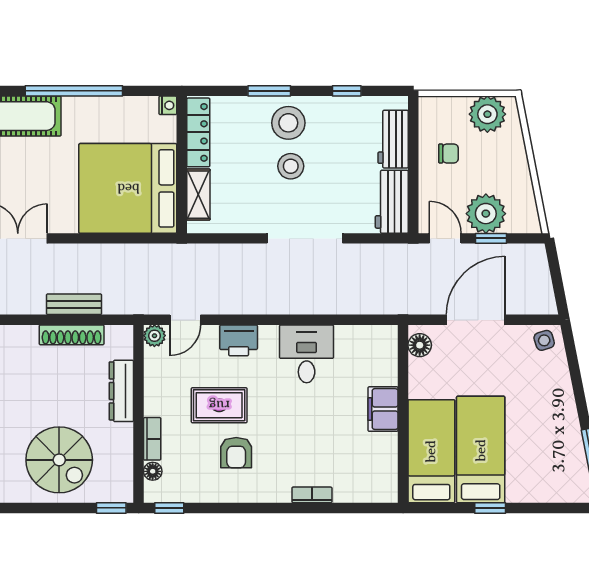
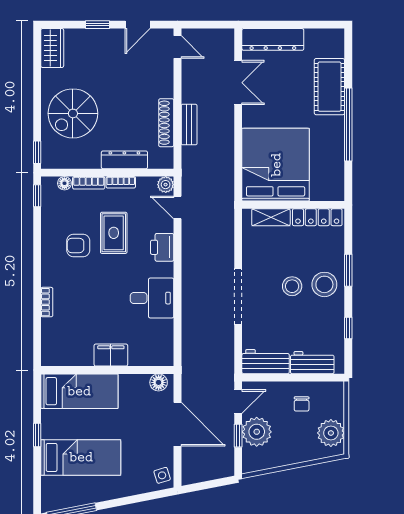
nightstand: (168, 105) -> (337, 195), removed
bookcase: (151, 396) -> (121, 182), added
bed: (481, 450) -> (81, 457), moved

